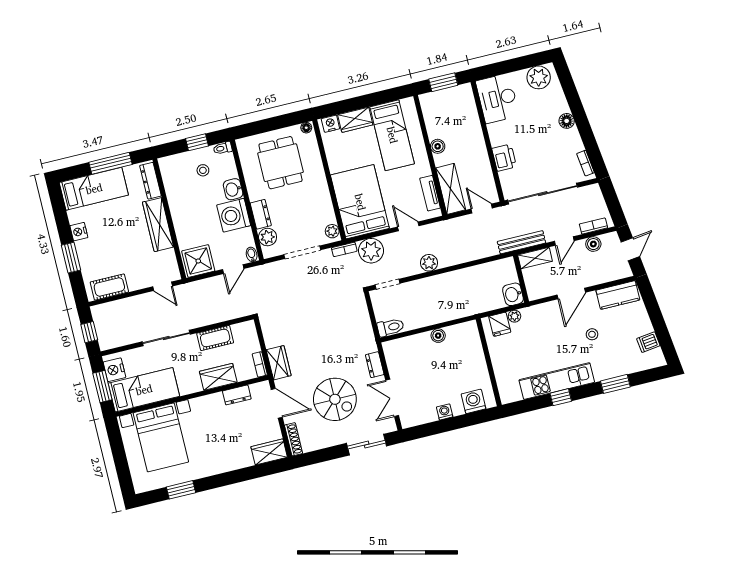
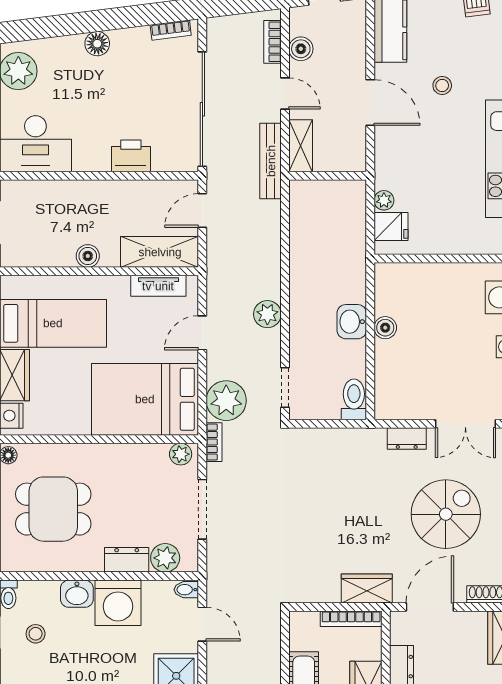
washbasin: (513, 294) -> (352, 322), moved, turned 90
bookcase: (260, 364) -> (351, 619), width x1.56

